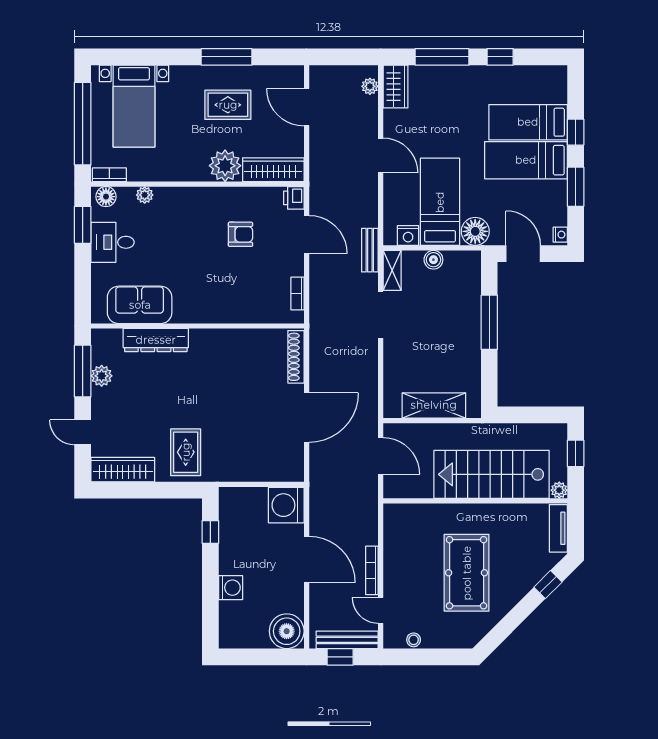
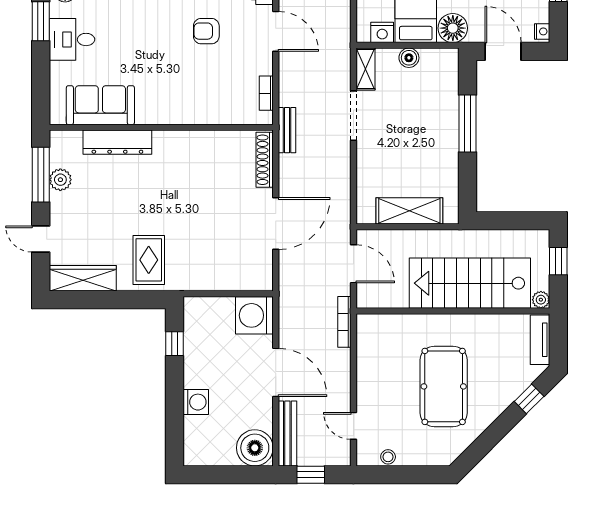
armchair: (240, 234) -> (206, 31), turned 180
bench: (370, 250) -> (287, 130), moved
bookcase: (372, 570) -> (344, 322), moved
bench: (347, 640) -> (287, 433), moved, turned 90

